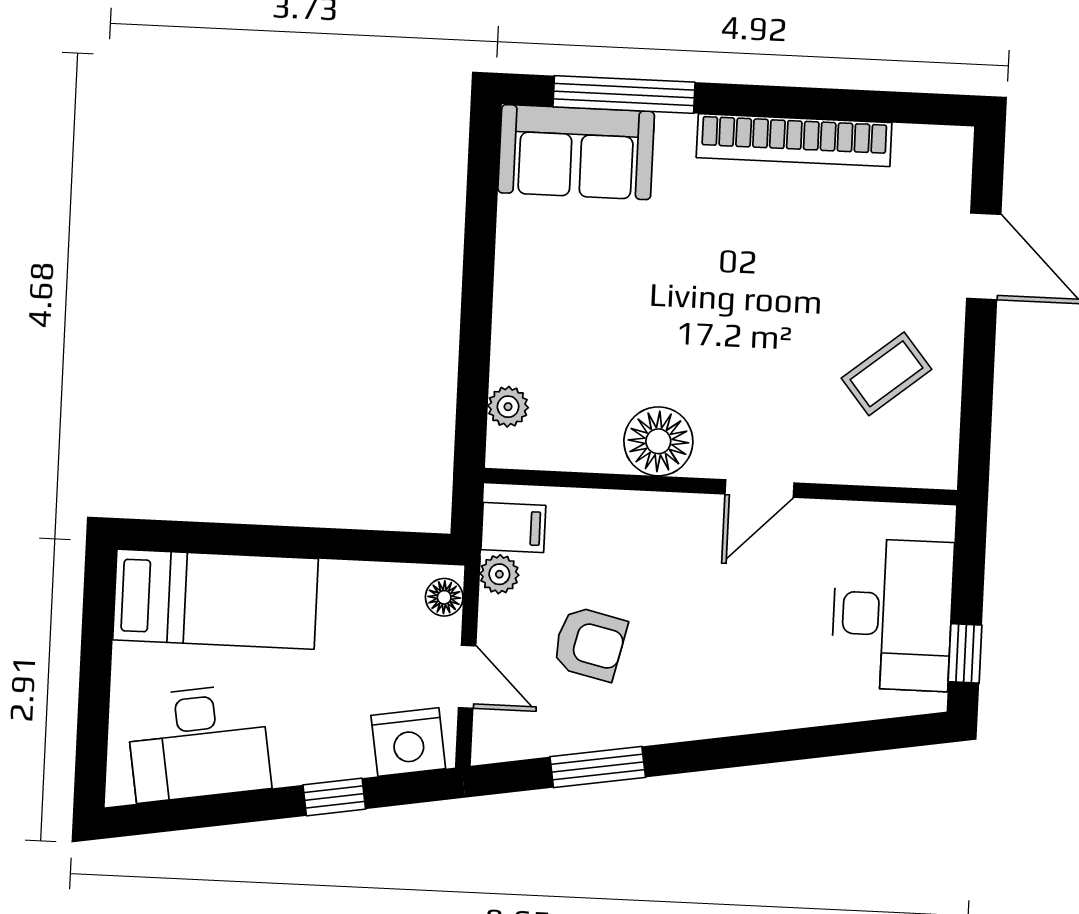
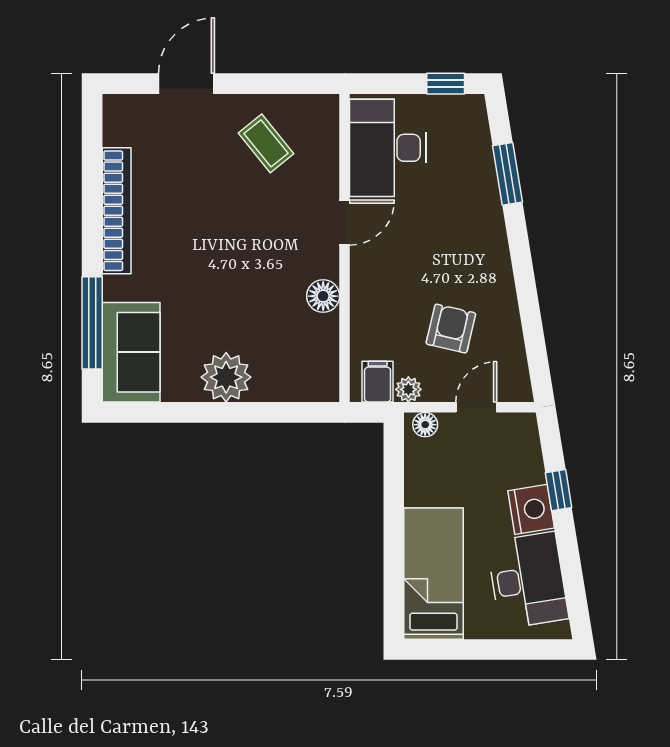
plant: (508, 407) -> (226, 377), moved, width x1.87, depth x1.87
floor lamp: (658, 441) -> (323, 296), width x0.73, depth x0.73
door: (759, 488) -> (345, 223), hinge flipped
desk: (892, 615) -> (388, 148), moved, turned -90
nightstand: (408, 742) -> (531, 509), moved
window: (598, 767) -> (507, 174), moved

